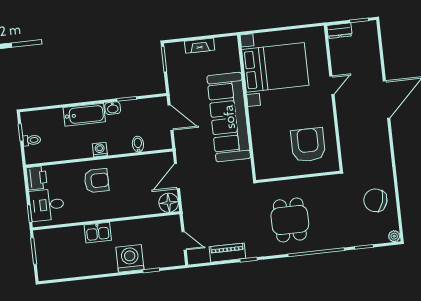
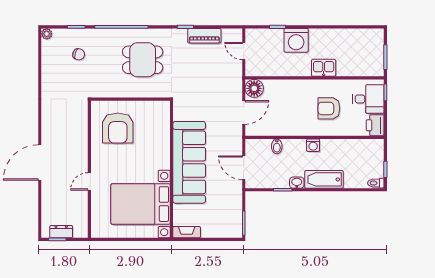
dresser: (339, 31) -> (61, 232), moved
fireplace: (200, 46) -> (187, 232), moved
toilet: (32, 140) -> (376, 183), moved
armchair: (96, 181) -> (329, 108), moved
chair: (375, 200) -> (79, 54), moved, width x0.54, depth x0.54
dining table: (290, 220) -> (143, 60), turned 90

